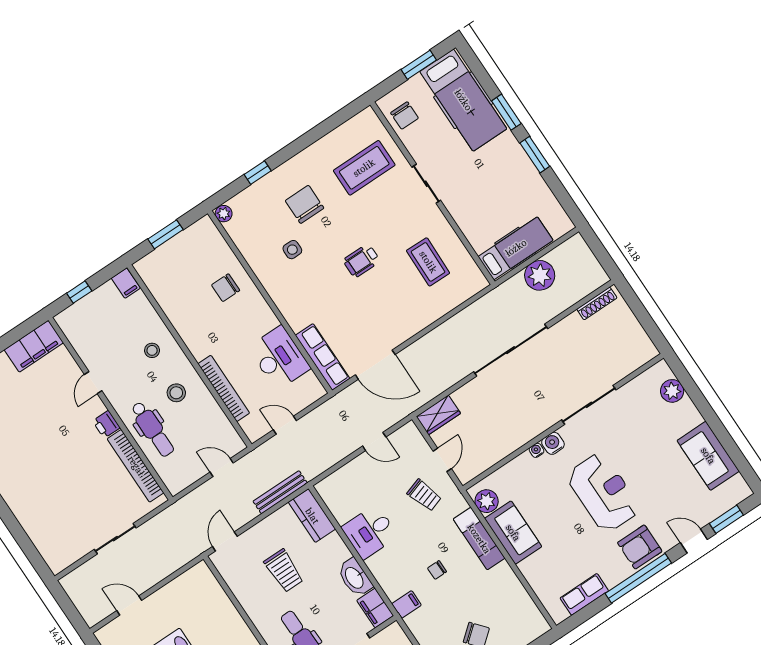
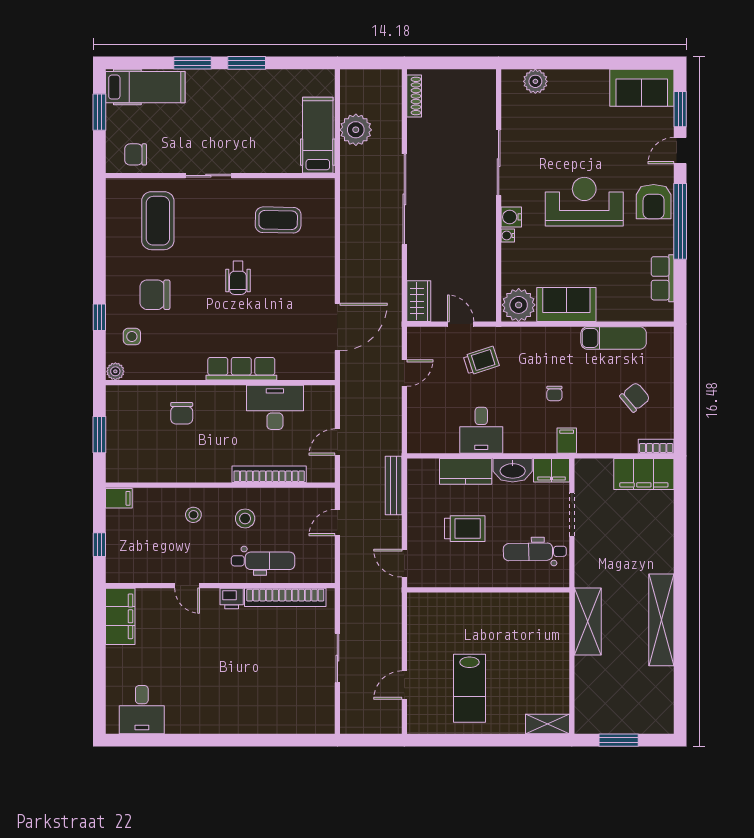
hospital bed: (463, 100) -> (145, 87), width x0.73, depth x0.78
chair: (405, 116) -> (136, 154), turned 180
side table: (292, 250) -> (132, 337), moved
row of seats: (323, 357) -> (241, 369), moved
sofa: (708, 456) -> (642, 88), moved
plant: (487, 501) -> (519, 305), width x1.36, depth x1.36
kitchen counter: (312, 516) -> (466, 471), moved
exam couch: (479, 539) -> (614, 338), moved

